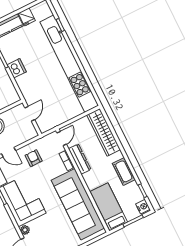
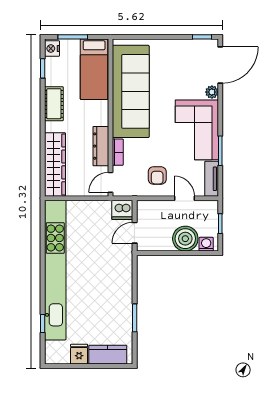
dishwasher: (17, 68) -> (122, 210), moved, turned -90

